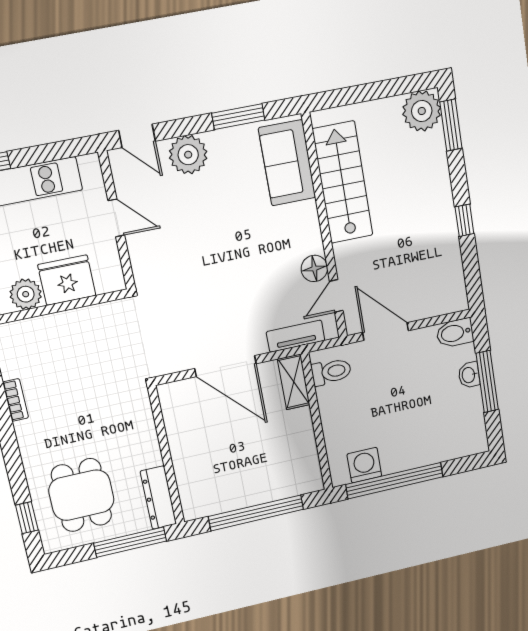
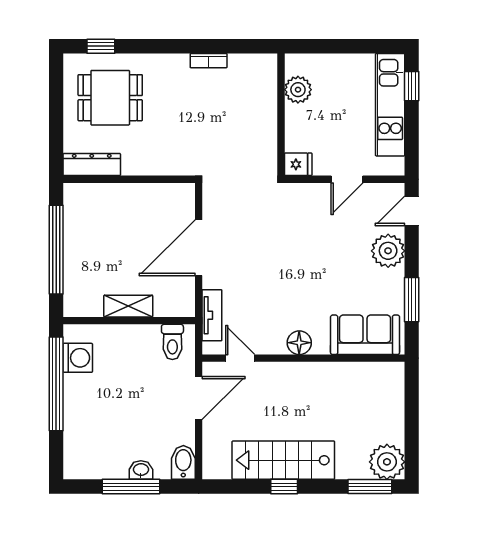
stairs: (343, 182) -> (283, 460), moved, turned 180
floor lamp: (314, 268) -> (299, 343), moved
fridge: (67, 280) -> (298, 164), moved, width x0.53, depth x0.75
shelving: (294, 382) -> (128, 306), moved
window: (130, 542) -> (56, 131), removed

